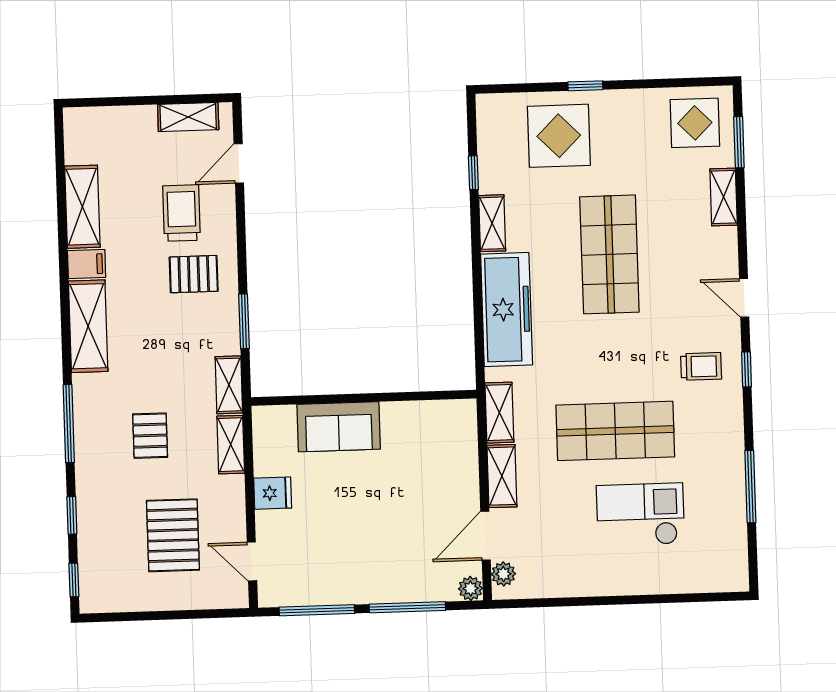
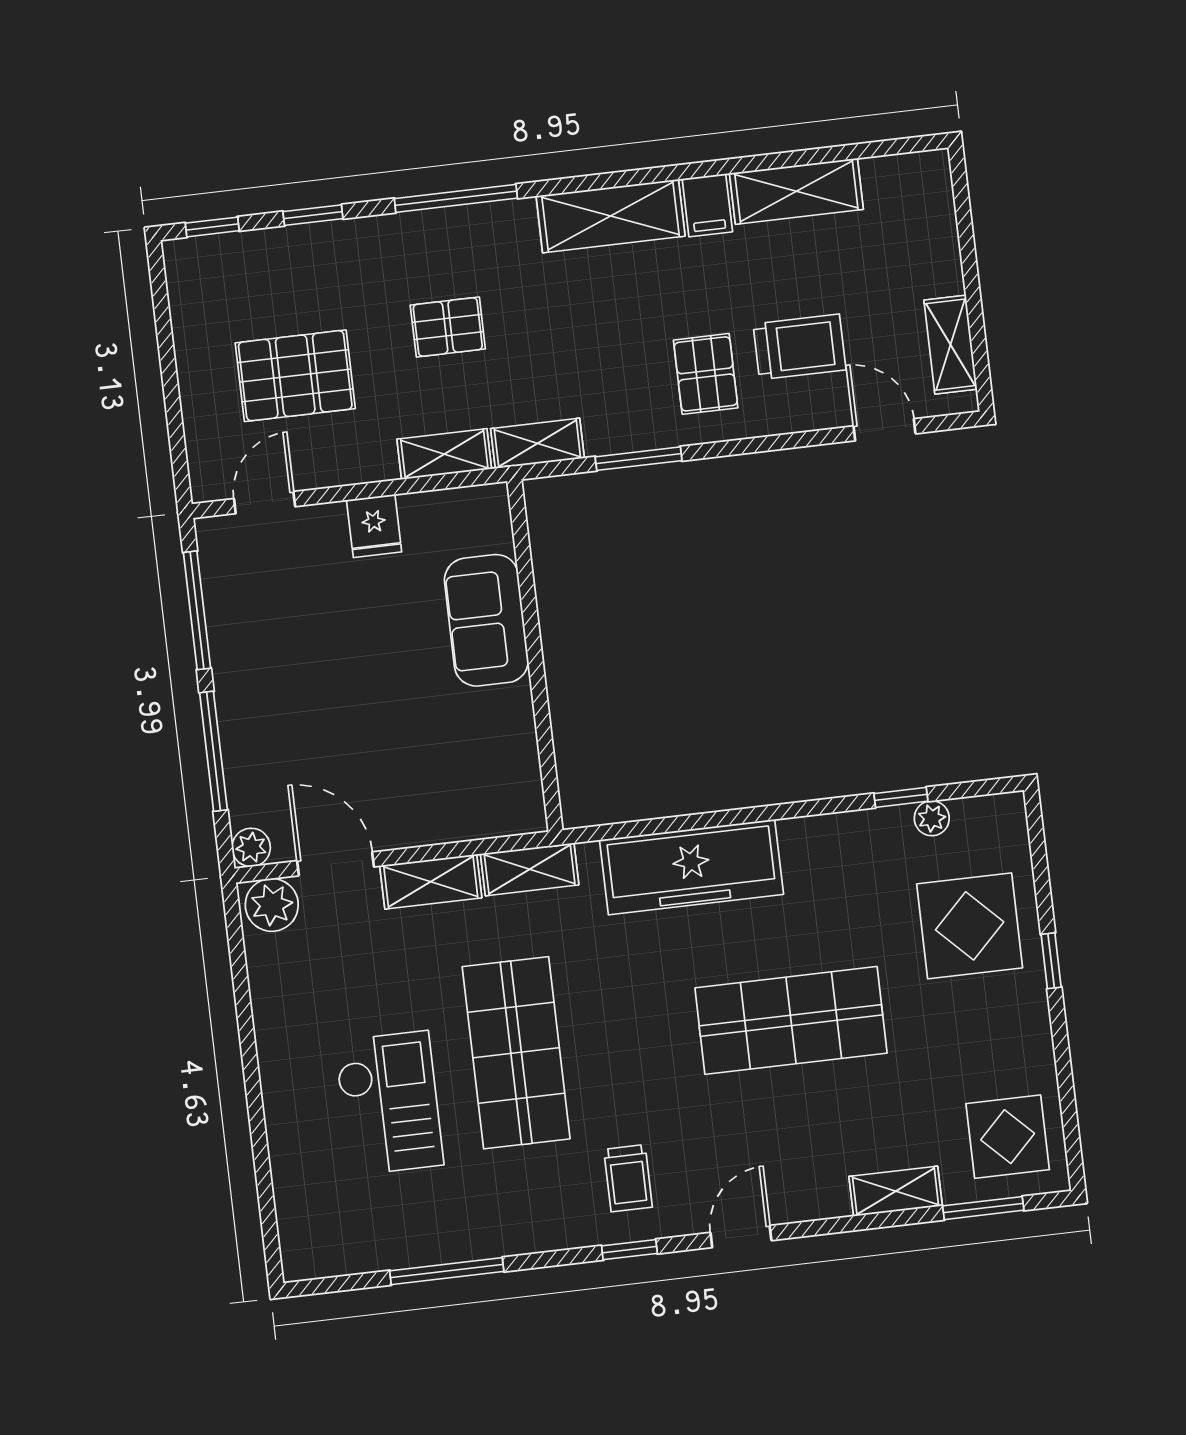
plant: (488, 154) -> (932, 818), added
shelving: (492, 223) -> (824, 833), removed
plant: (503, 574) -> (272, 905), width x1.38, depth x1.38

